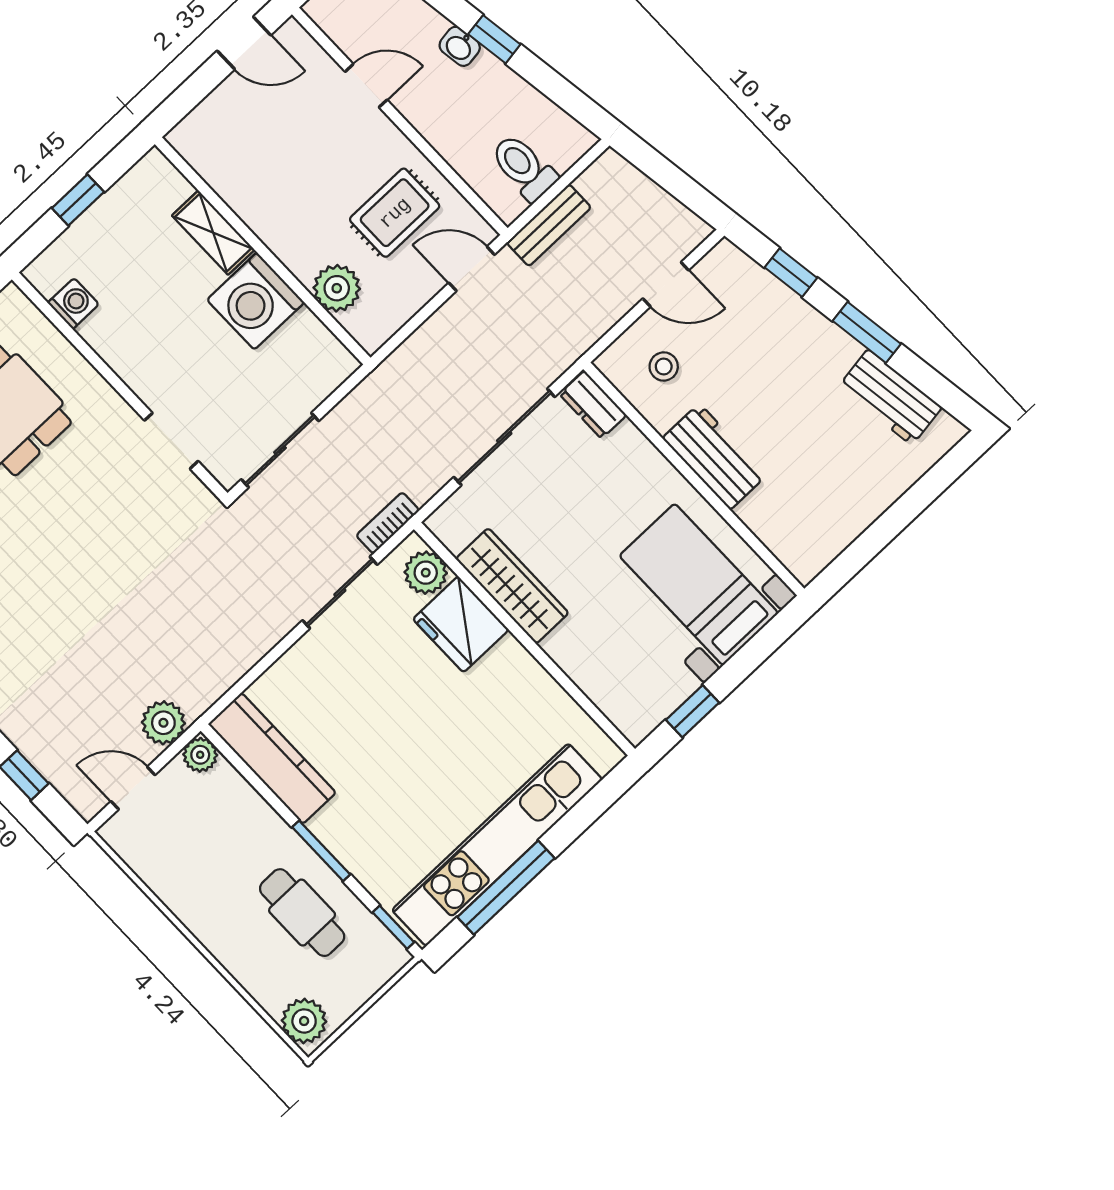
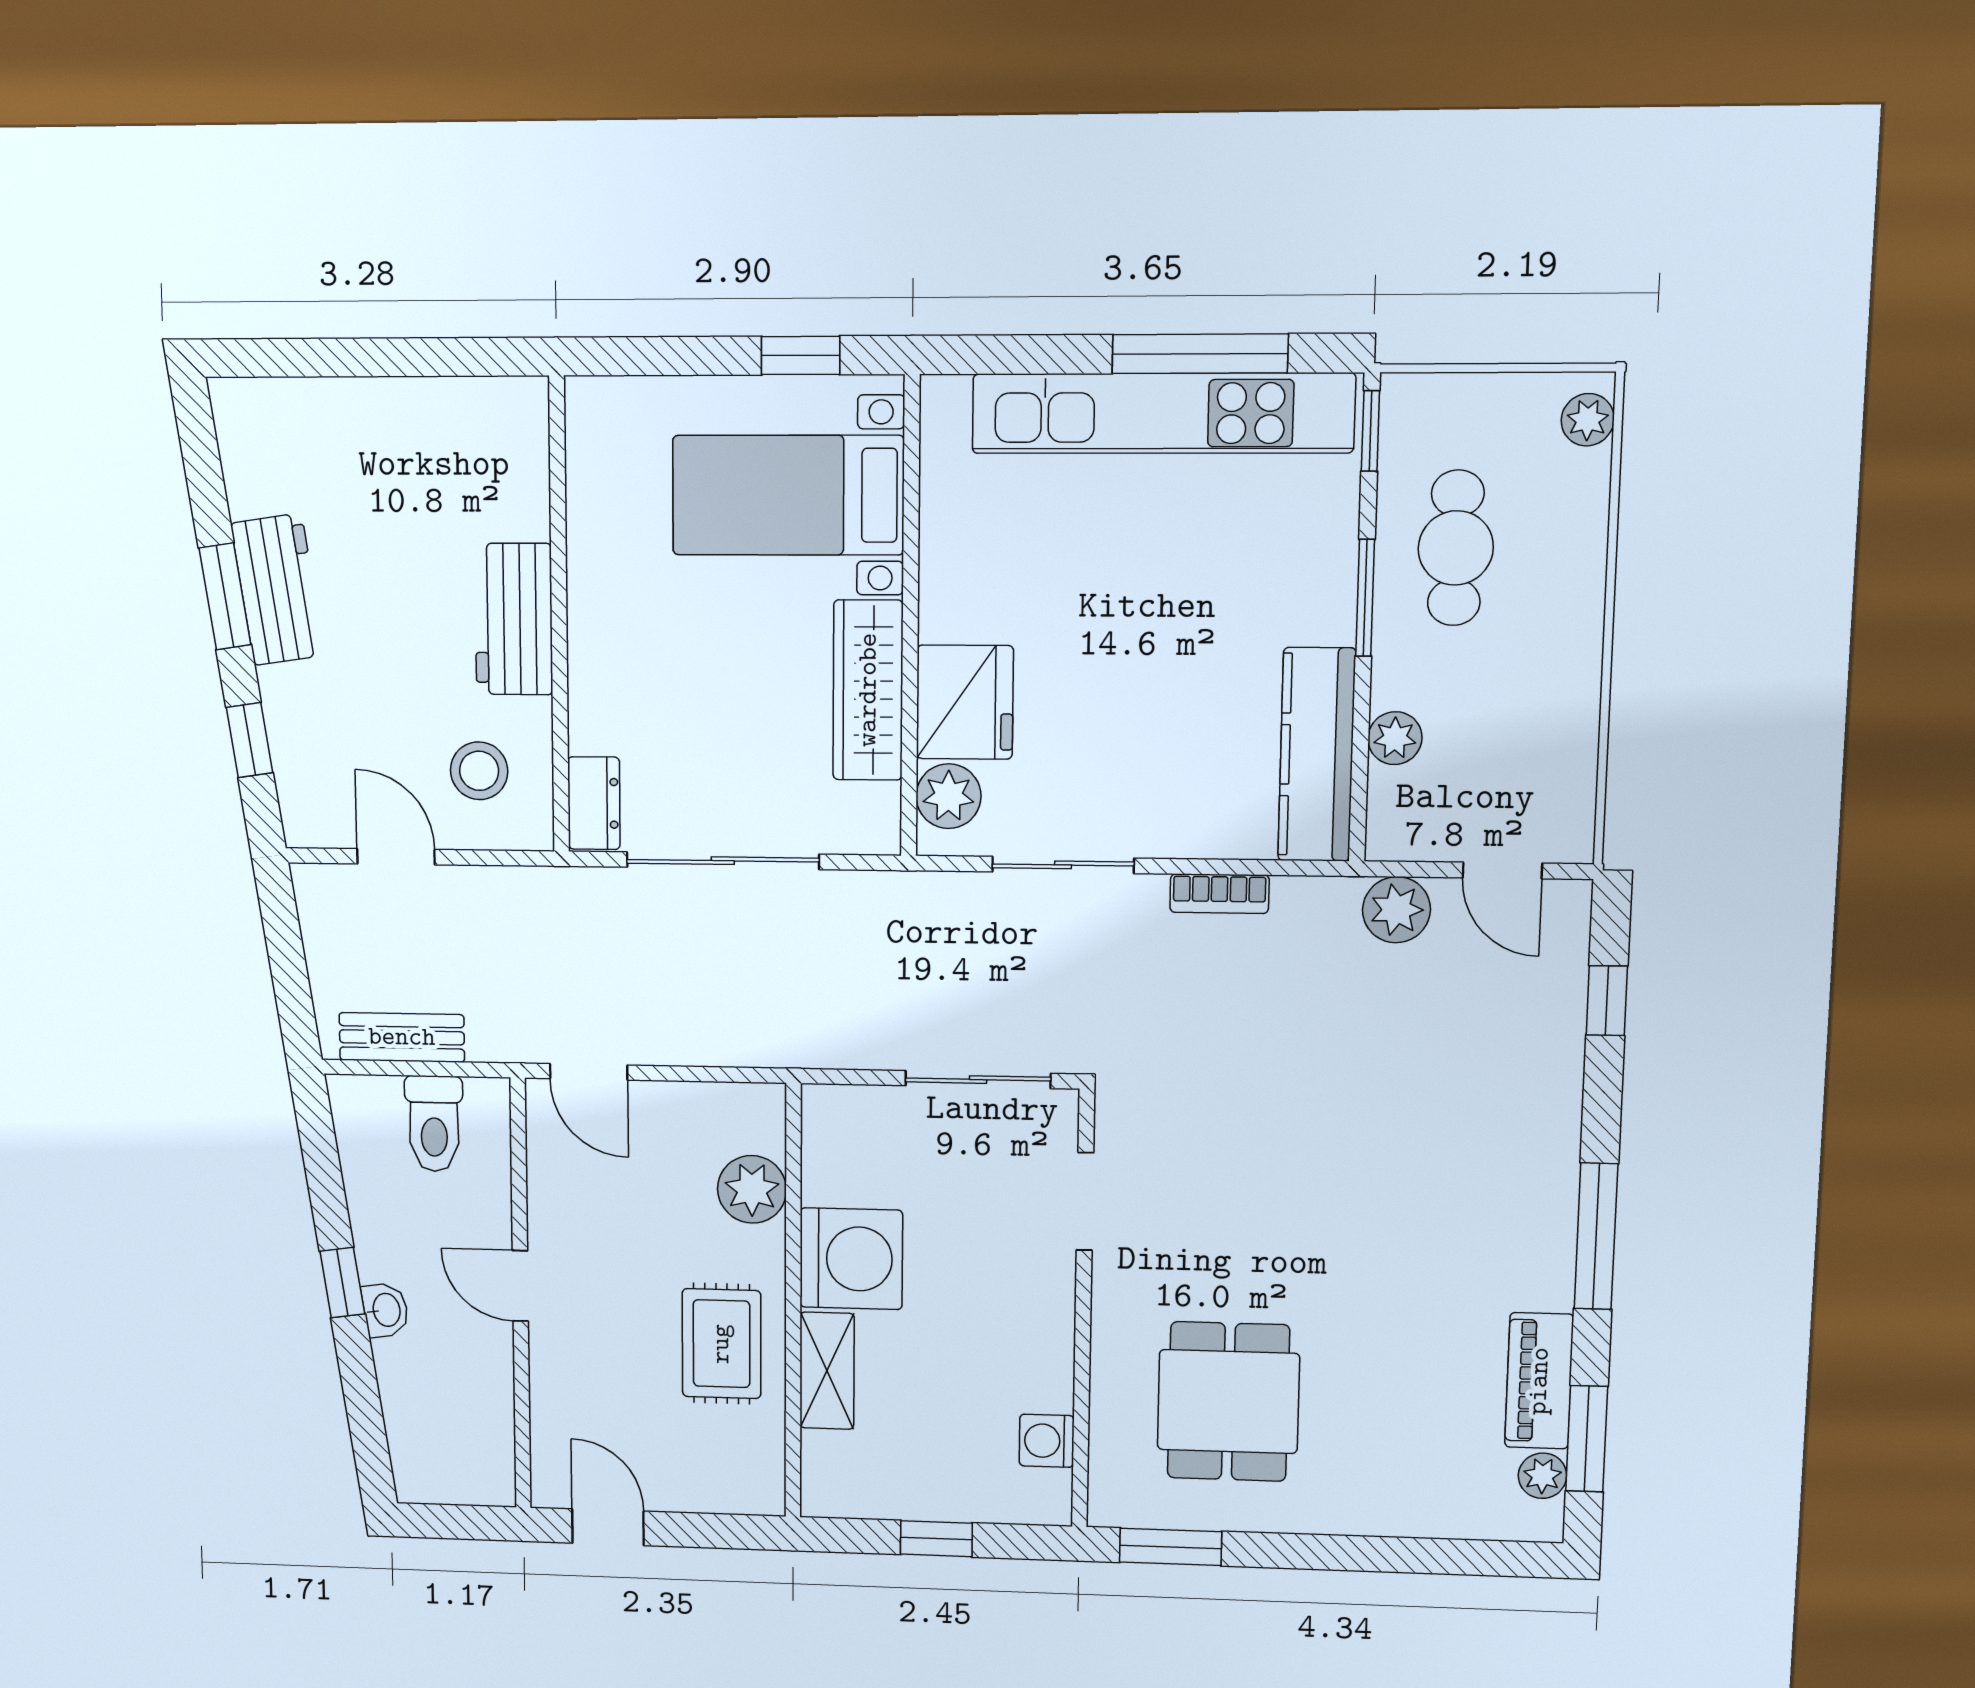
door: (366, 86) -> (520, 1286), moved
rug: (395, 213) -> (721, 1344), moved, turned 90
bench: (549, 225) -> (402, 1037), moved
stool: (664, 366) -> (479, 771), width x1.37, depth x1.37
workbench: (890, 397) -> (278, 589), moved
bookcase: (388, 523) -> (1219, 894), moved
bed with nightstands: (699, 584) -> (788, 495), moved, turned 90
plant: (200, 755) -> (1395, 738), moved
plant: (304, 1021) -> (1588, 420), width x0.73, depth x0.73

